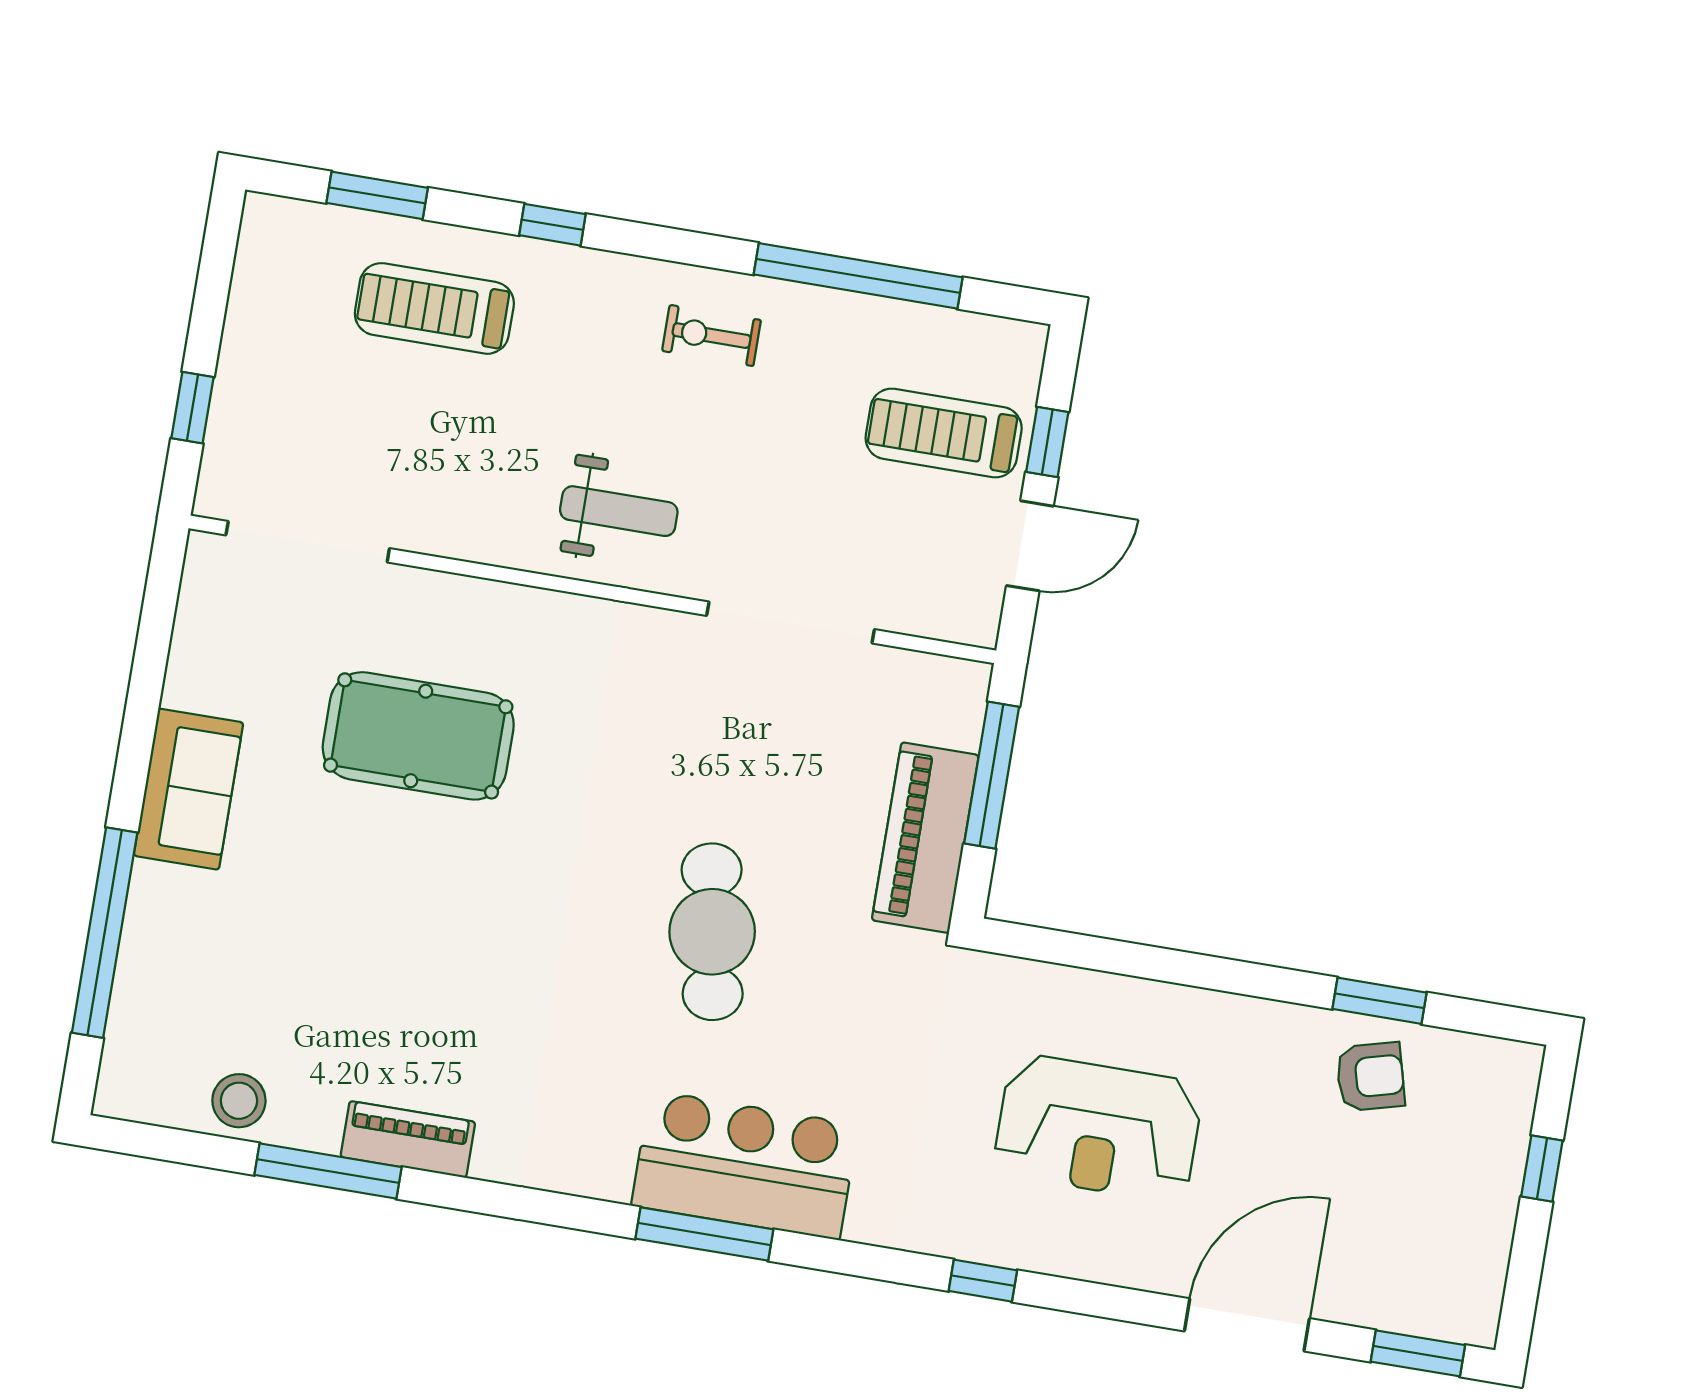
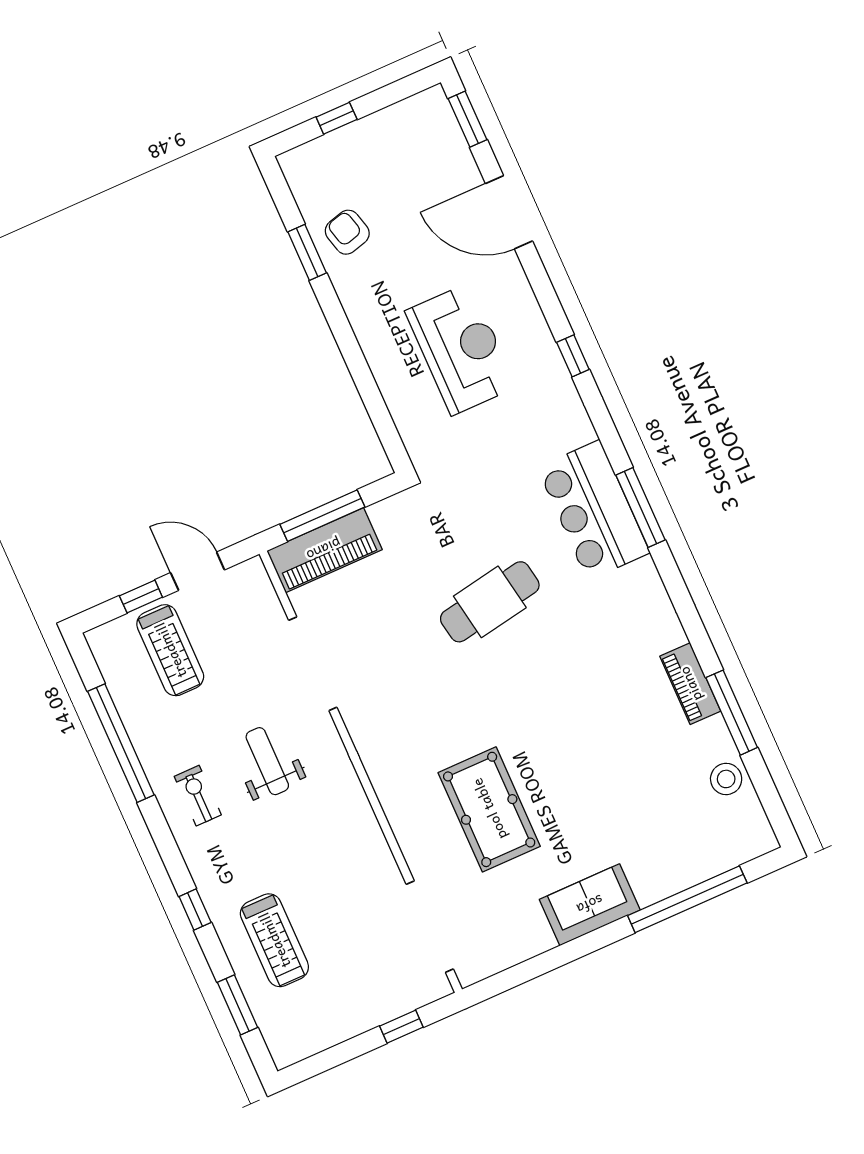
exercise bike: (712, 336) -> (198, 796), turned 180
weight bench: (619, 511) -> (267, 761), moved
piano: (925, 838) -> (324, 550), moved

